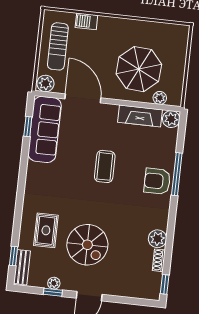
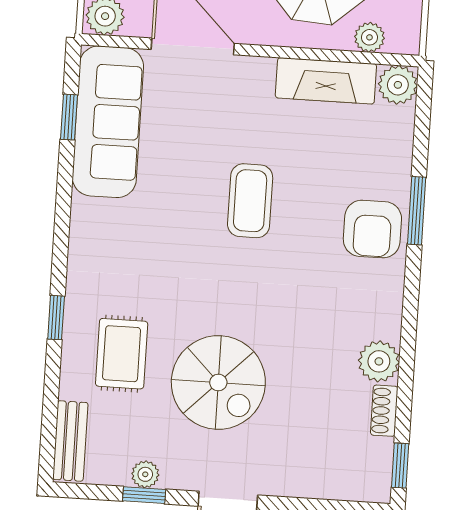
window: (177, 174) -> (417, 211), width x0.69
armchair: (157, 181) -> (372, 229), turned -90
window: (13, 256) -> (56, 318), moved

